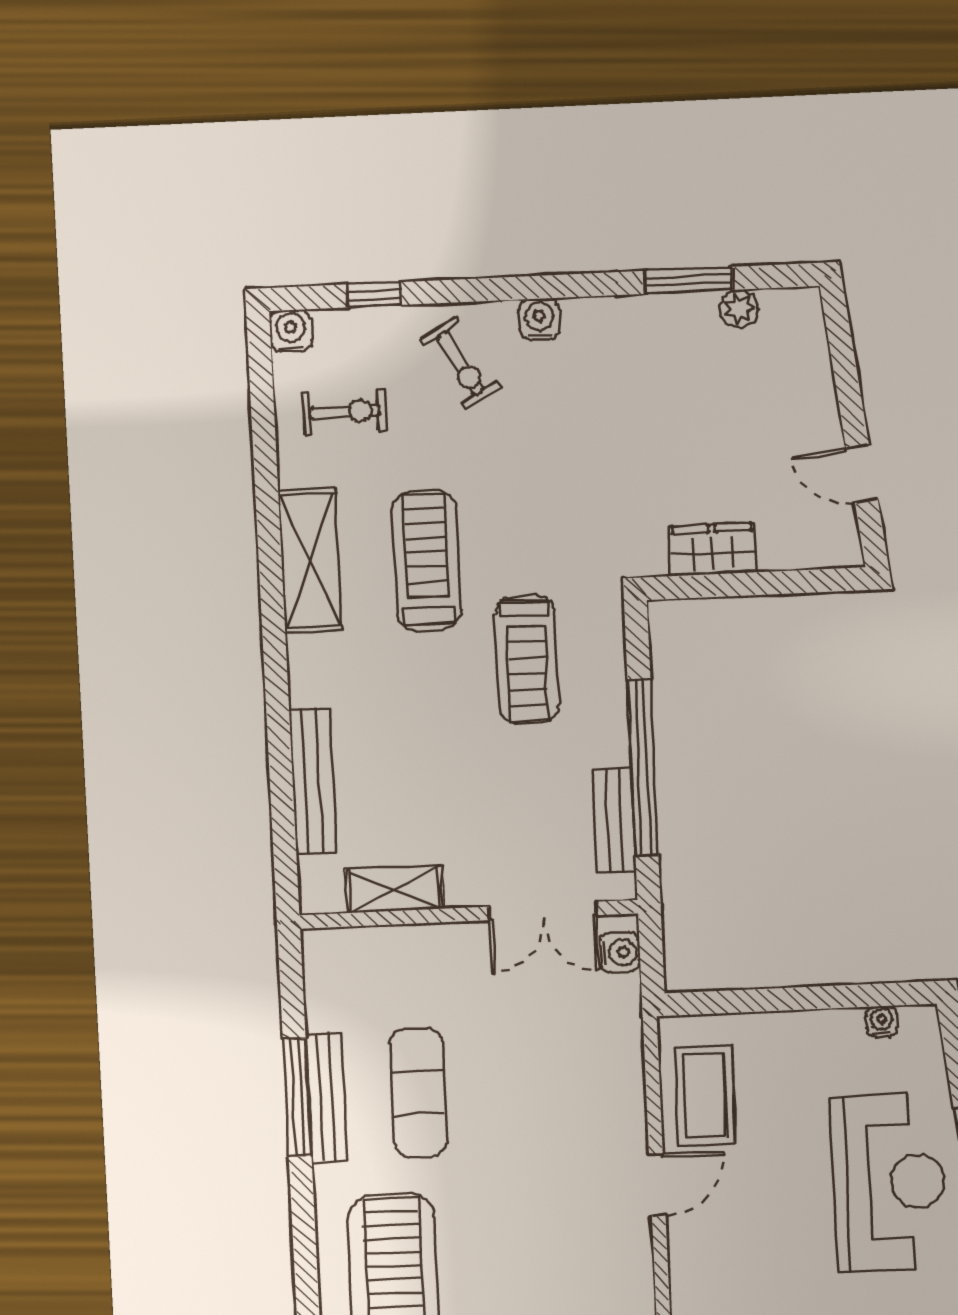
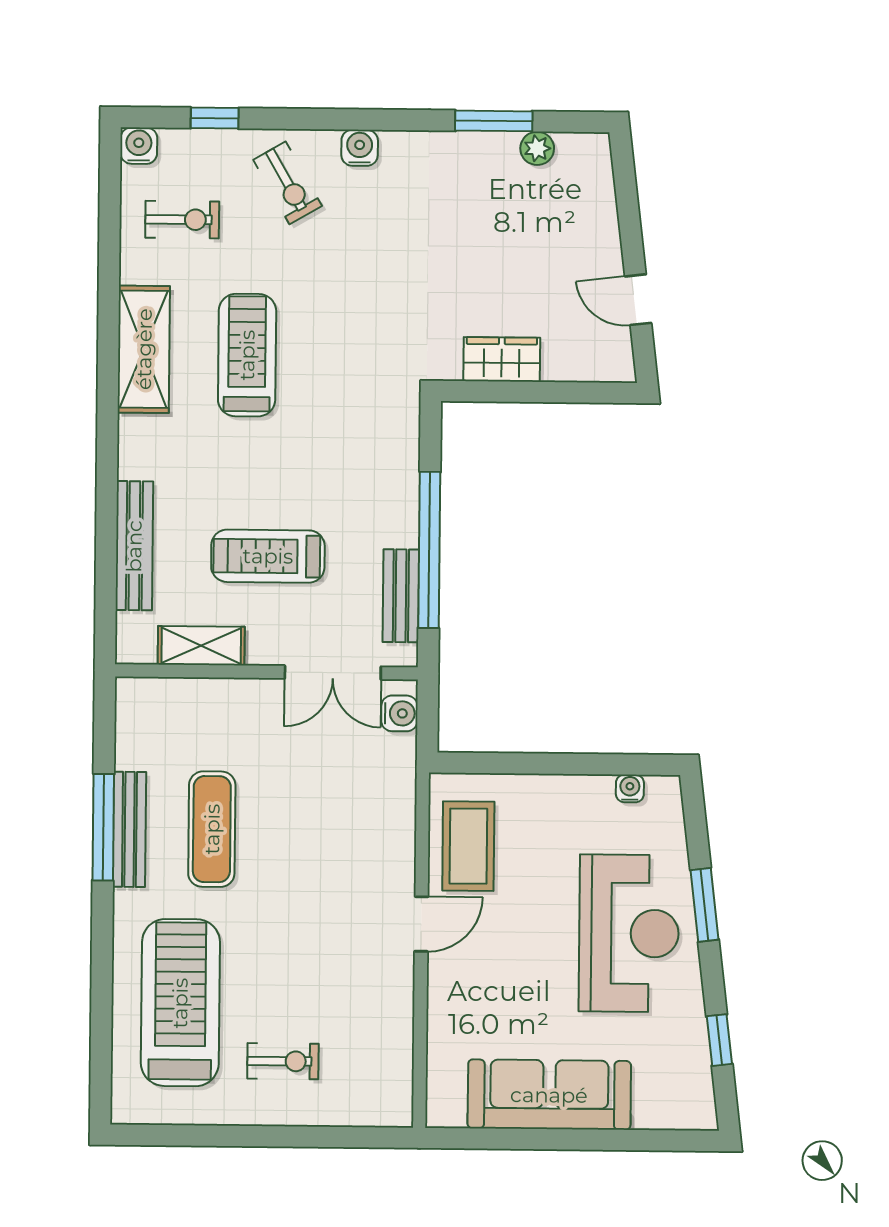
treadmill: (527, 660) -> (268, 556), moved, turned 90

